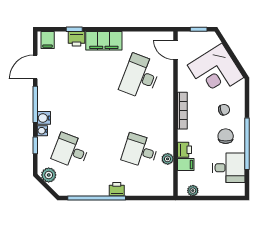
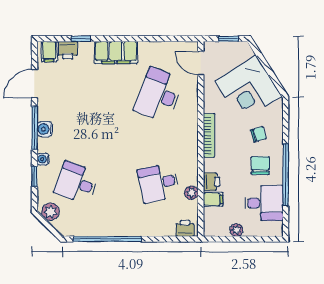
printer: (76, 39) -> (68, 50), moved
water cooler: (44, 118) -> (45, 129), moved
desk: (140, 151) -> (159, 183), turned -30
printer: (117, 189) -> (185, 228), moved
plant: (193, 191) -> (236, 230), moved

